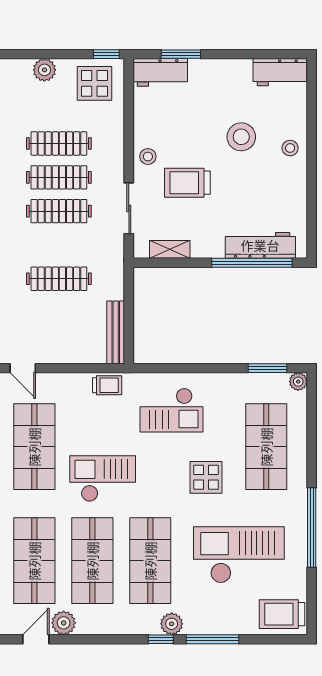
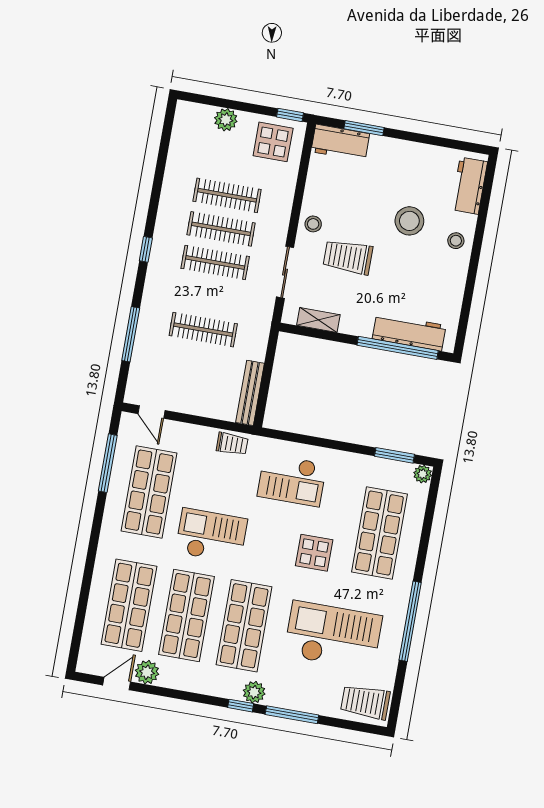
workbench: (280, 72) -> (469, 186), moved, turned 90

